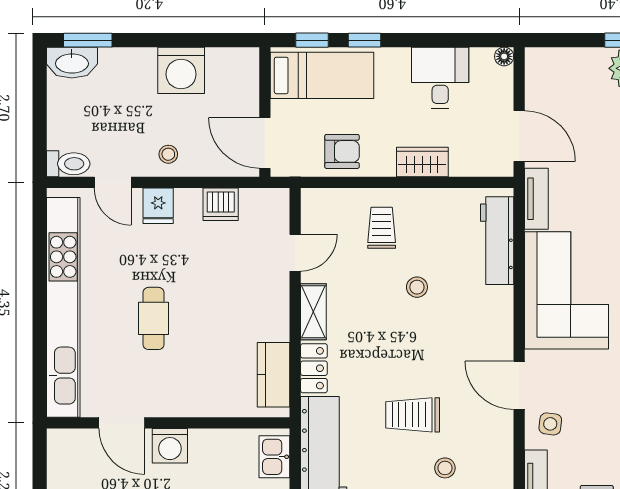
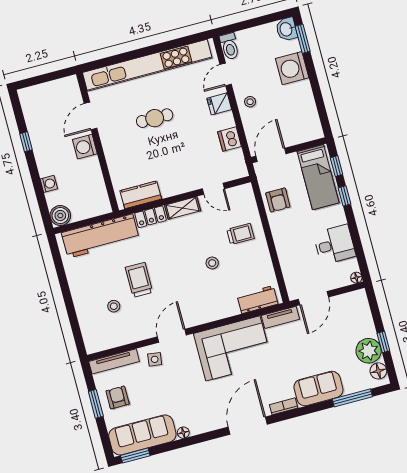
washbasin: (72, 63) -> (286, 29), width x0.72
washing machine: (181, 70) -> (292, 68), moved
wardrobe: (422, 162) -> (284, 247), removed
workbench: (497, 241) -> (257, 300), width x0.73
kitchen sink: (274, 457) -> (94, 208), removed

